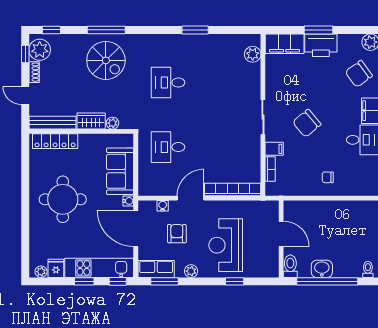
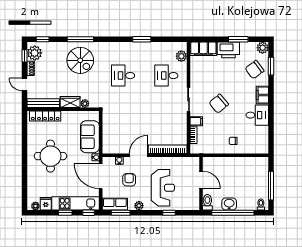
window: (319, 30) -> (238, 39), moved
desk: (168, 147) -> (166, 76), moved
reception desk: (226, 245) -> (163, 188), turned 180

